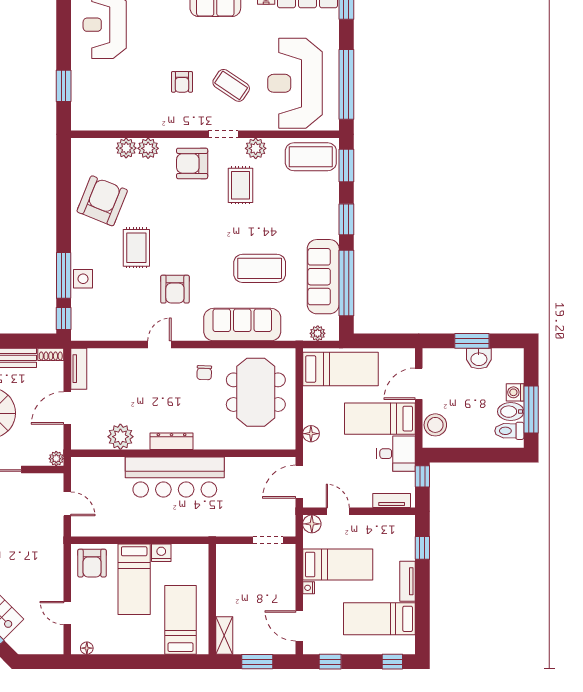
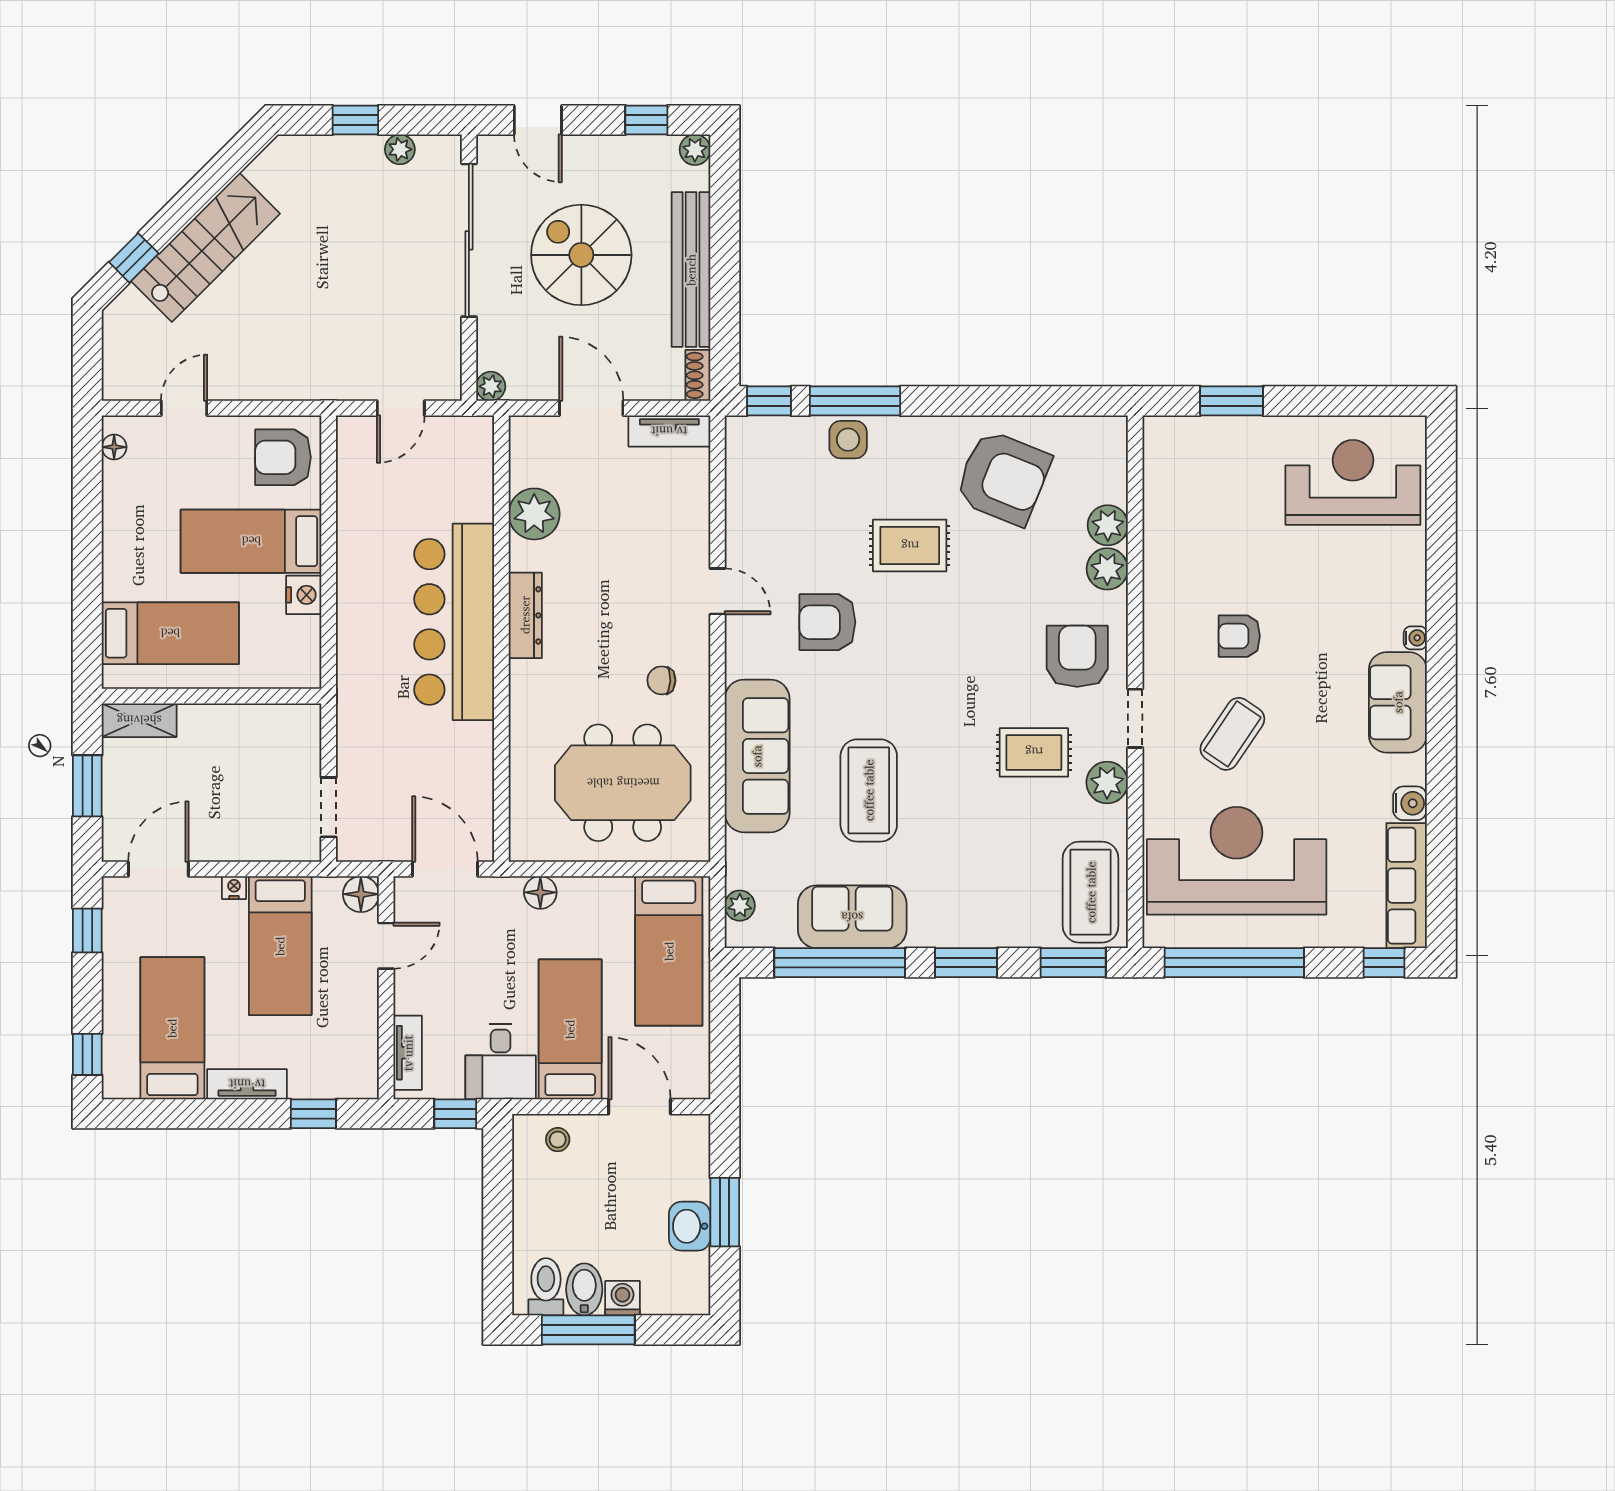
sofa: (323, 277) -> (852, 917), width x0.73
stool: (435, 425) -> (558, 1140), width x0.53, depth x0.53

